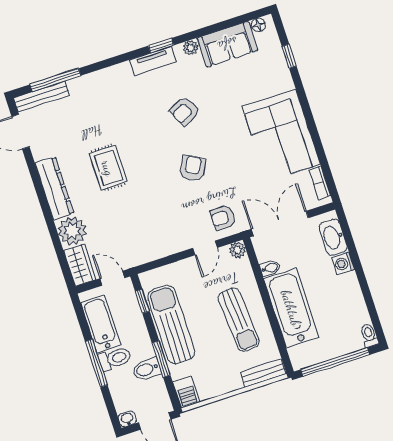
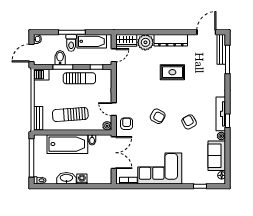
tv unit: (153, 61) -> (221, 114), width x1.41
washbasin: (333, 237) -> (66, 178), moved
sun lounger: (171, 324) -> (79, 78), width x0.73, depth x0.75

